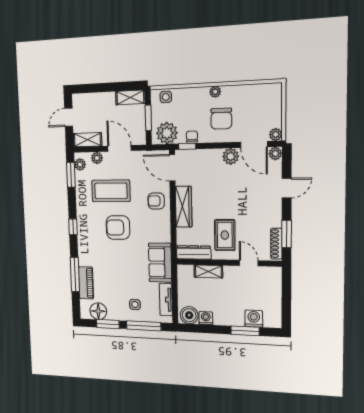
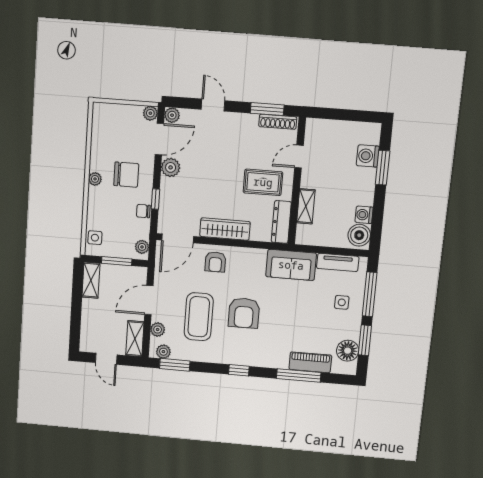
plant: (167, 133) -> (142, 247), width x0.53, depth x0.53
window: (187, 146) -> (155, 199), moved

